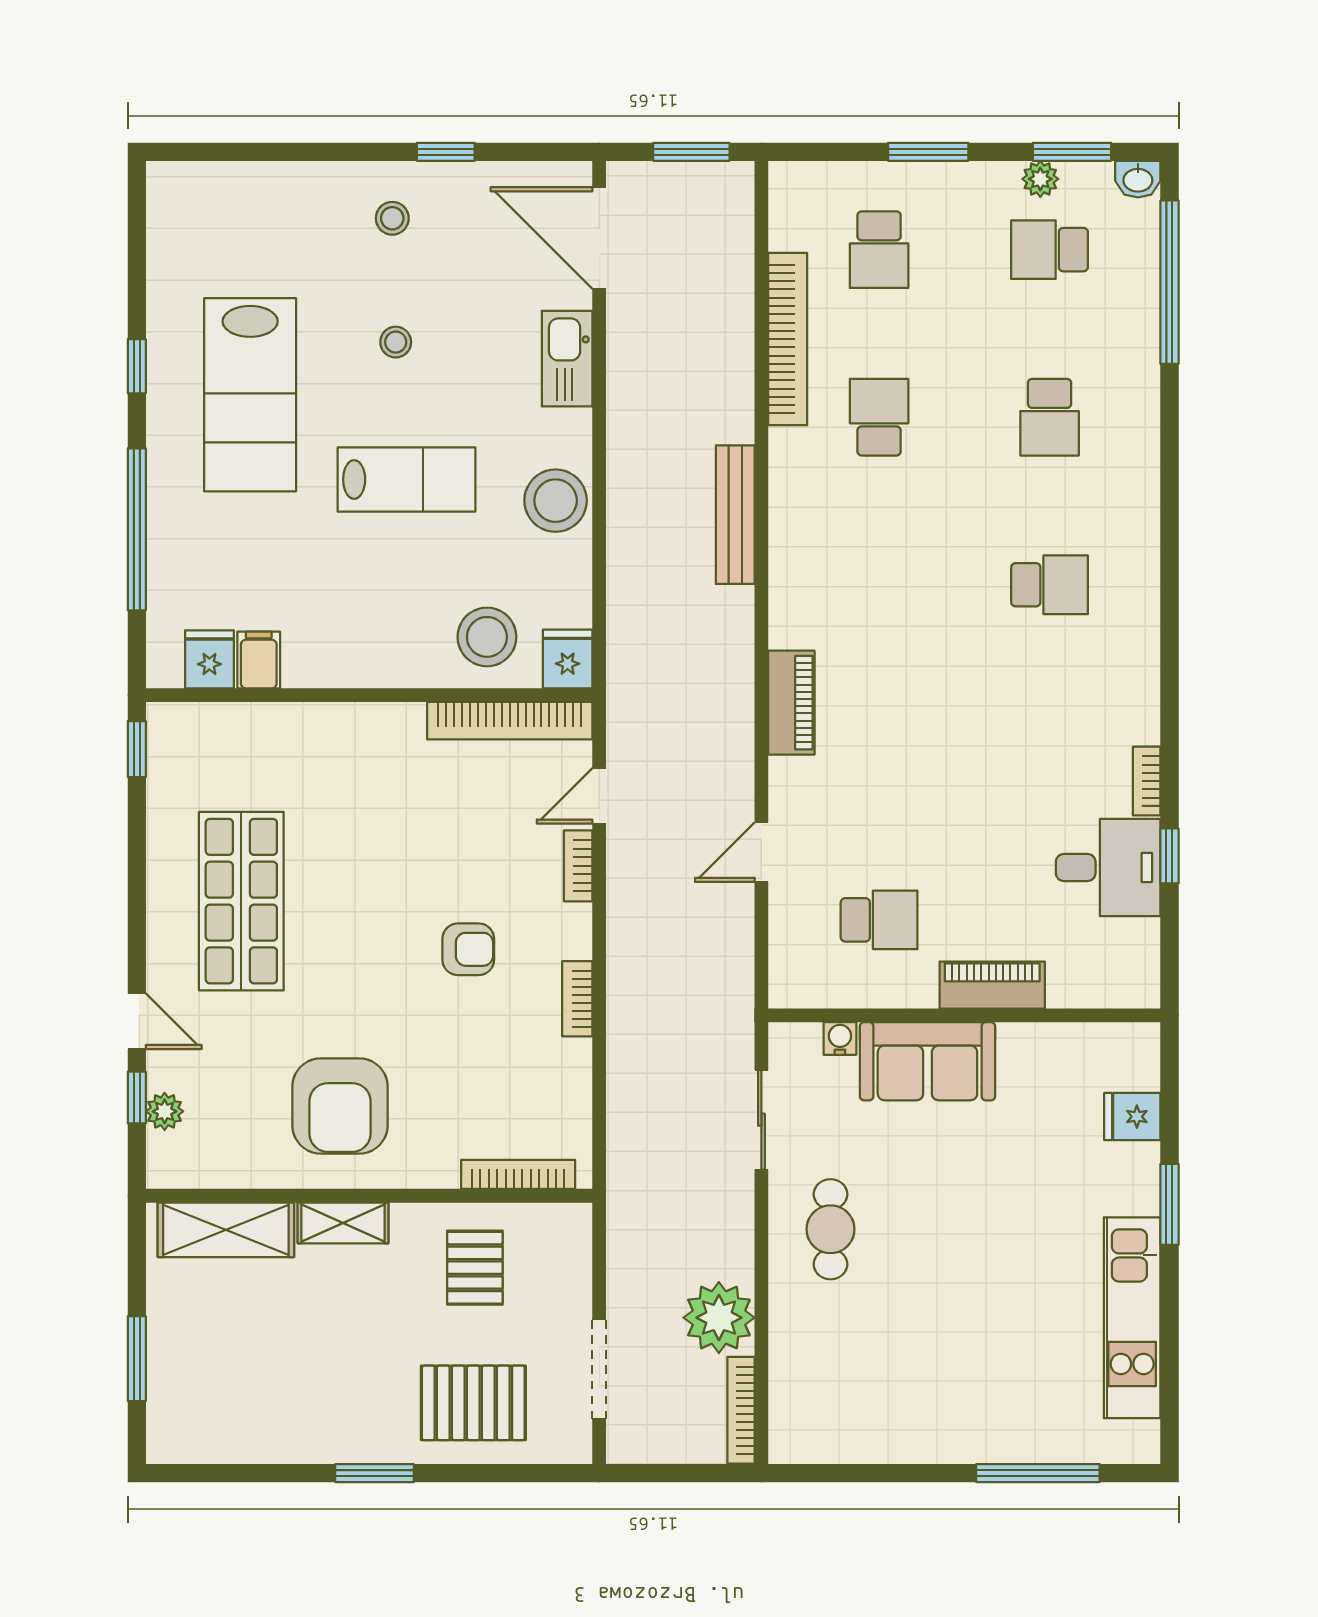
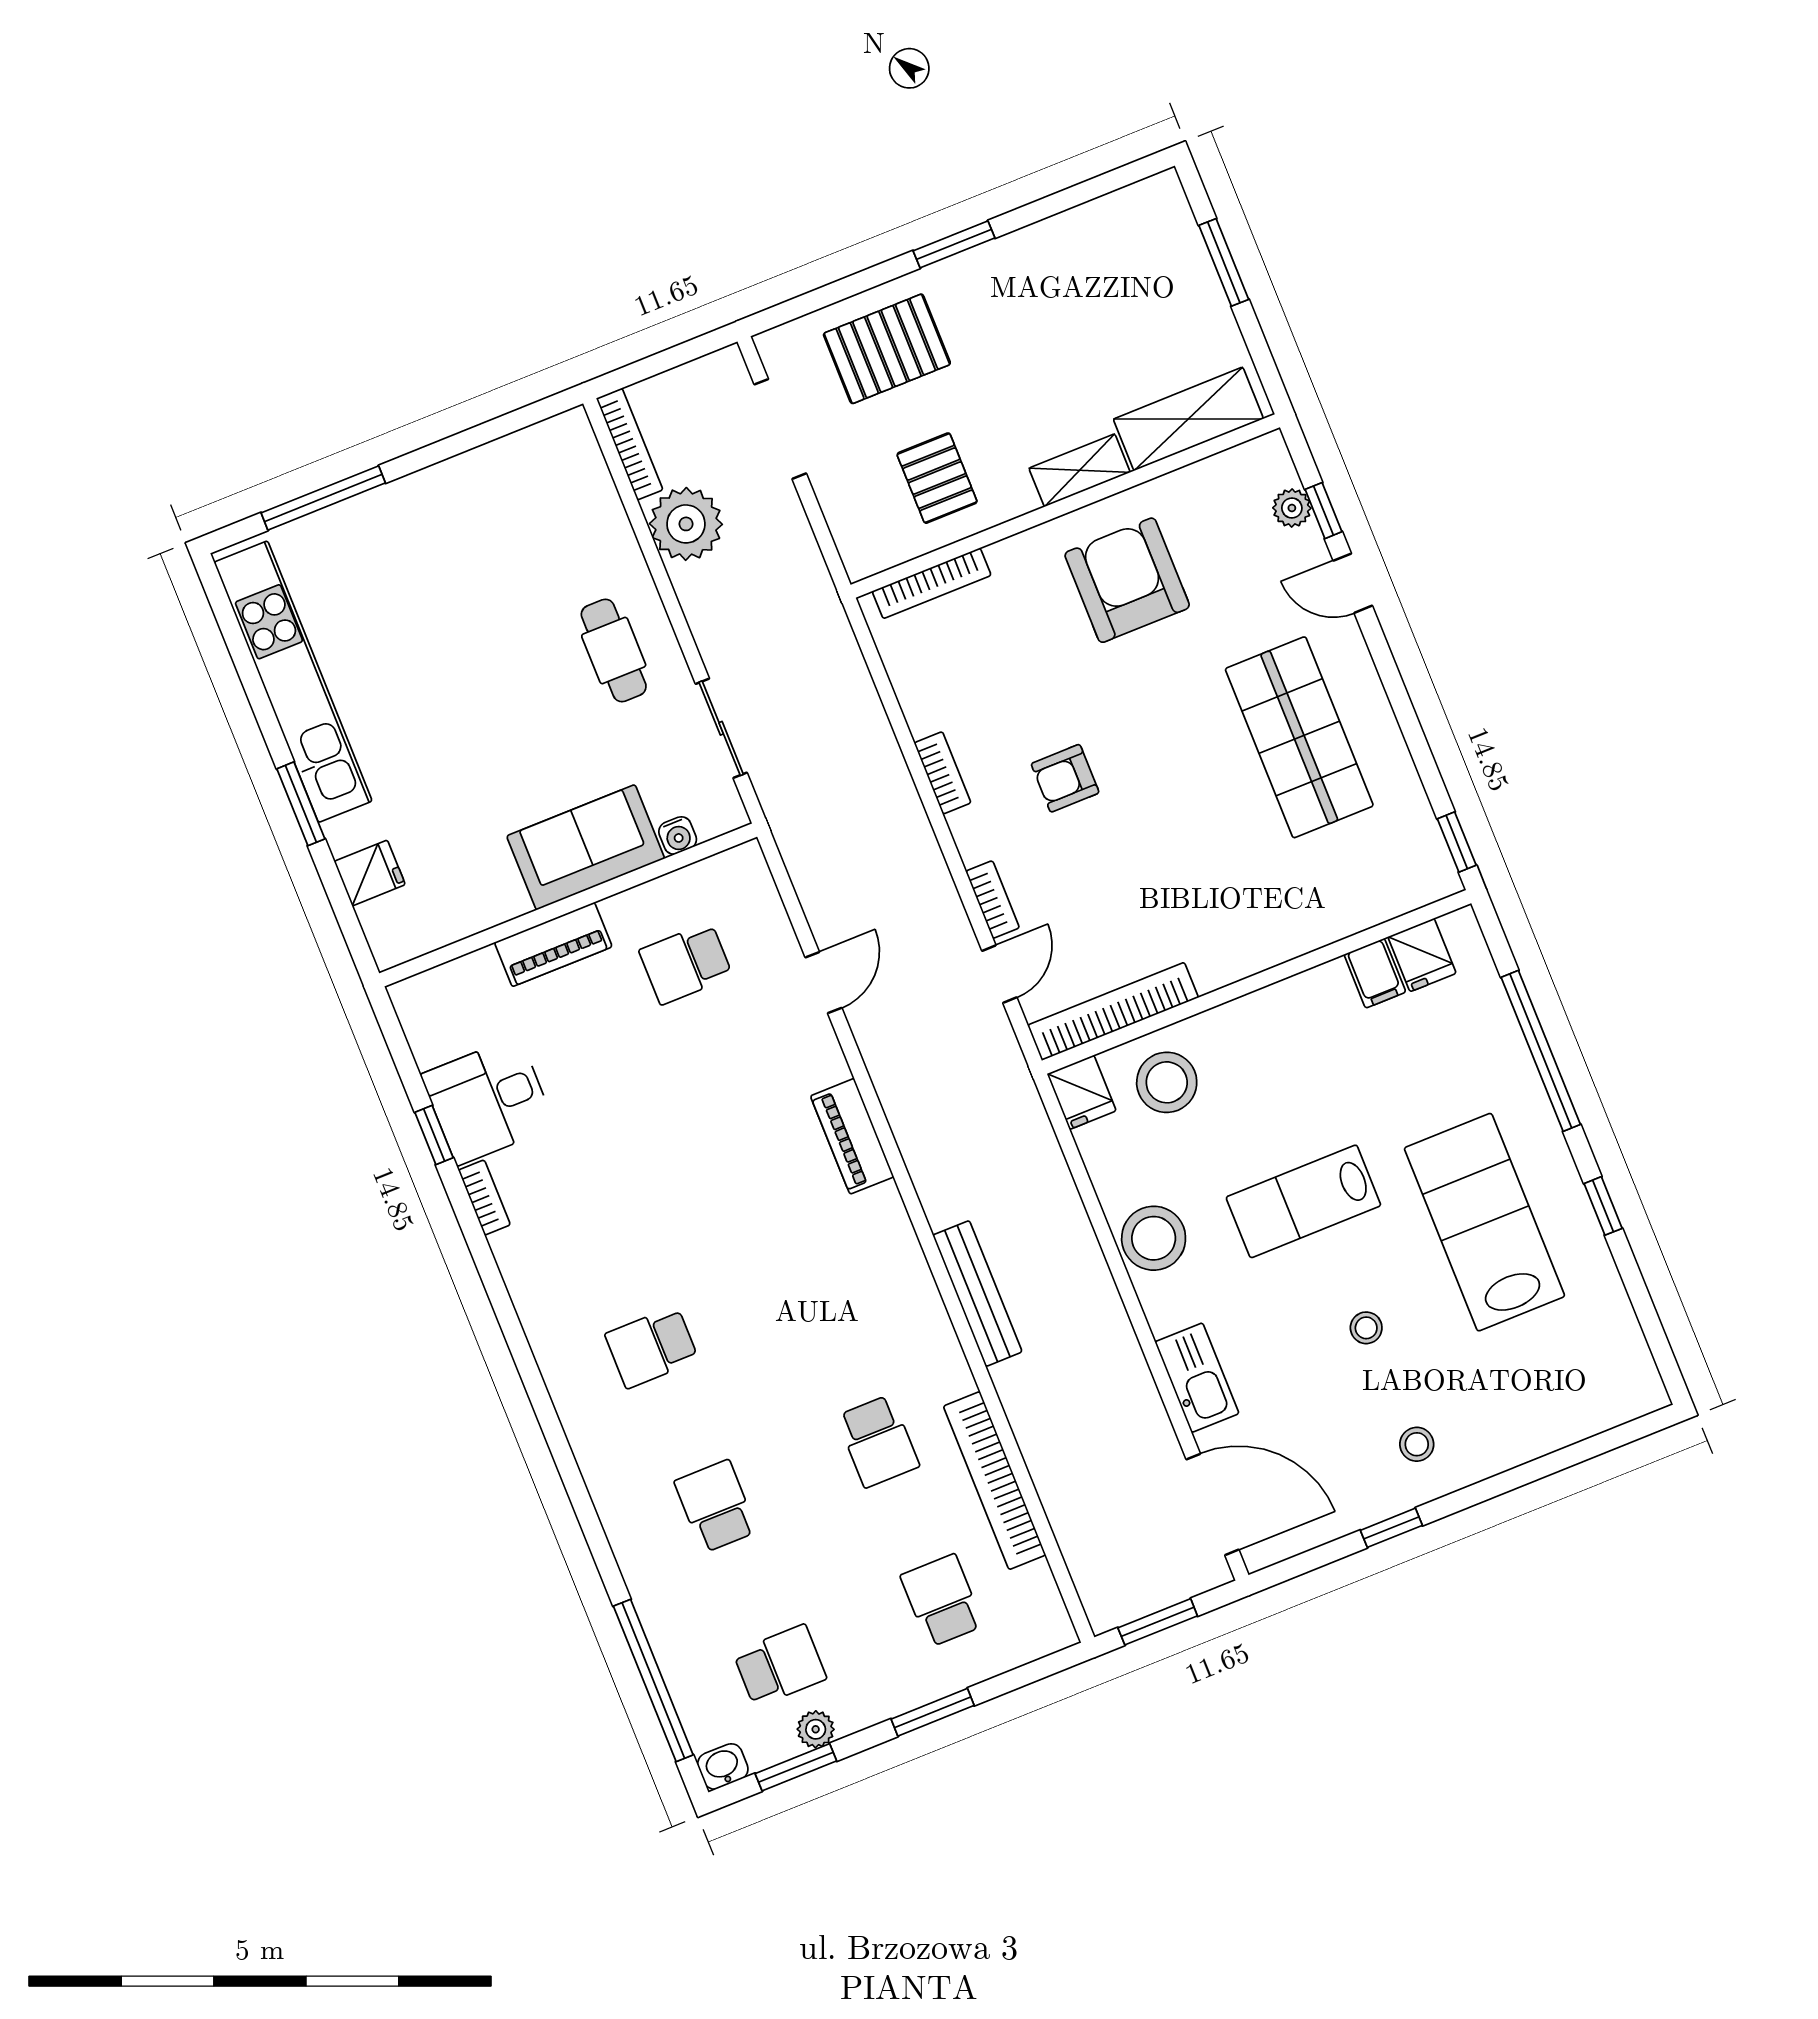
kitchen unit: (1132, 1318) -> (293, 682), width x1.36

